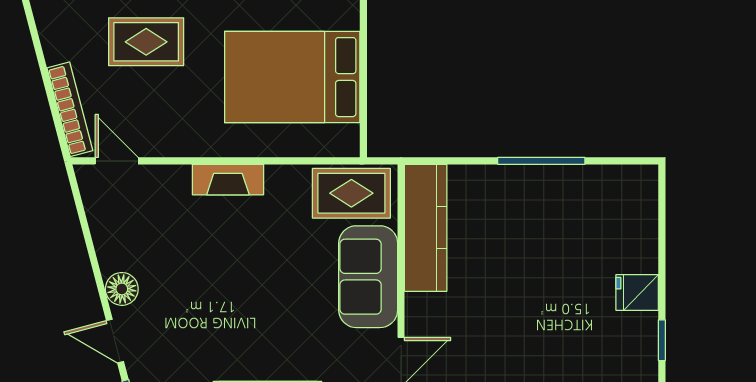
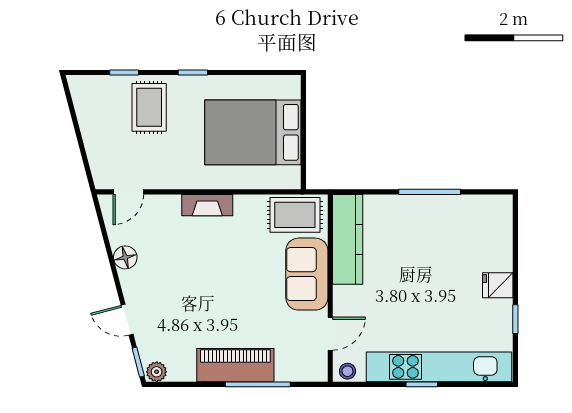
rug: (146, 42) -> (149, 107), turned 90
bookcase: (70, 109) -> (95, 155), removed
door: (117, 161) -> (128, 192), swing flipped
floor lamp: (122, 289) -> (125, 257), moved

